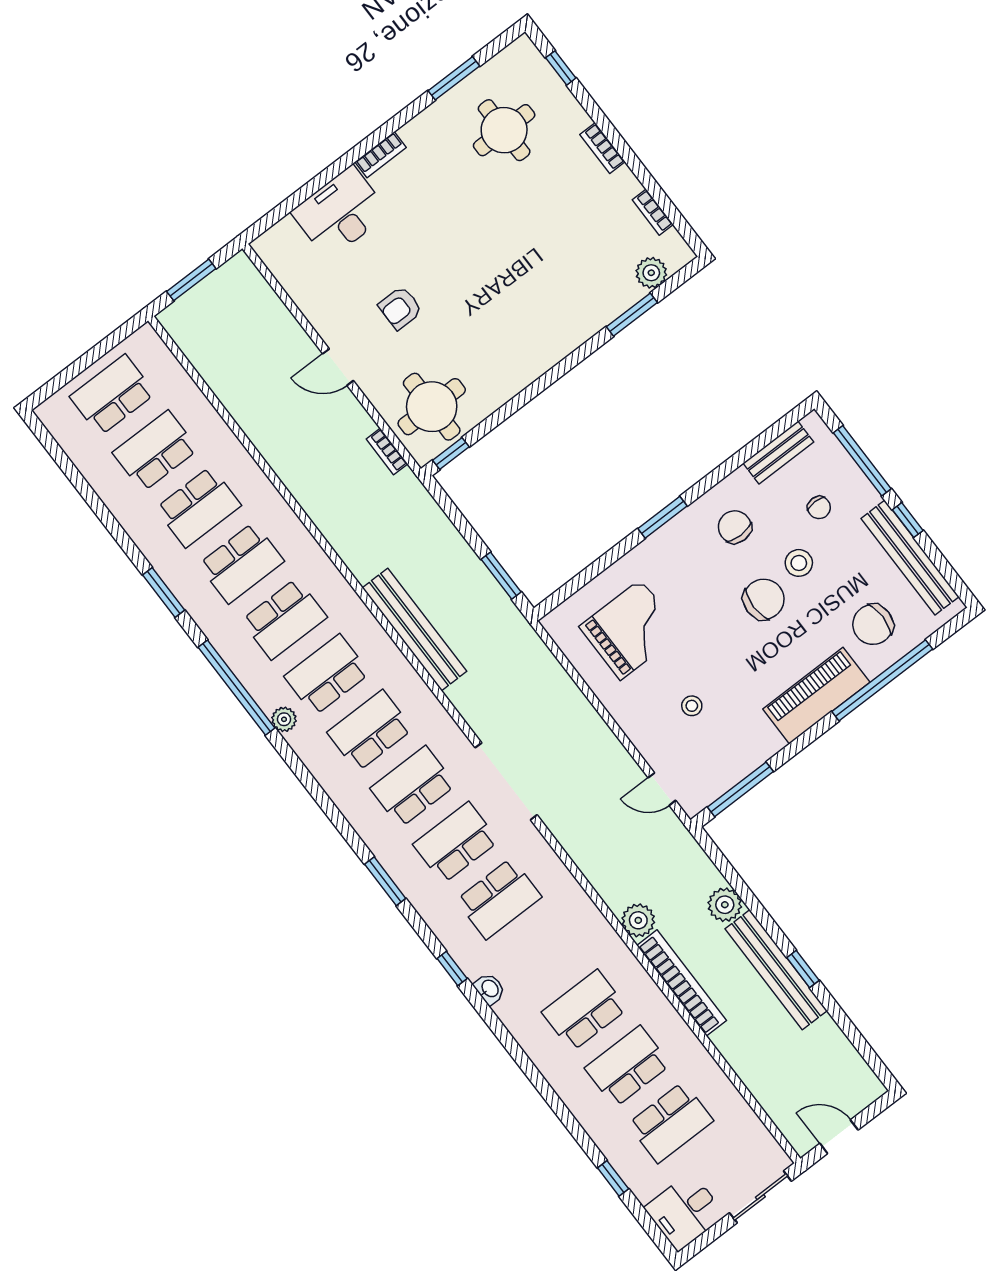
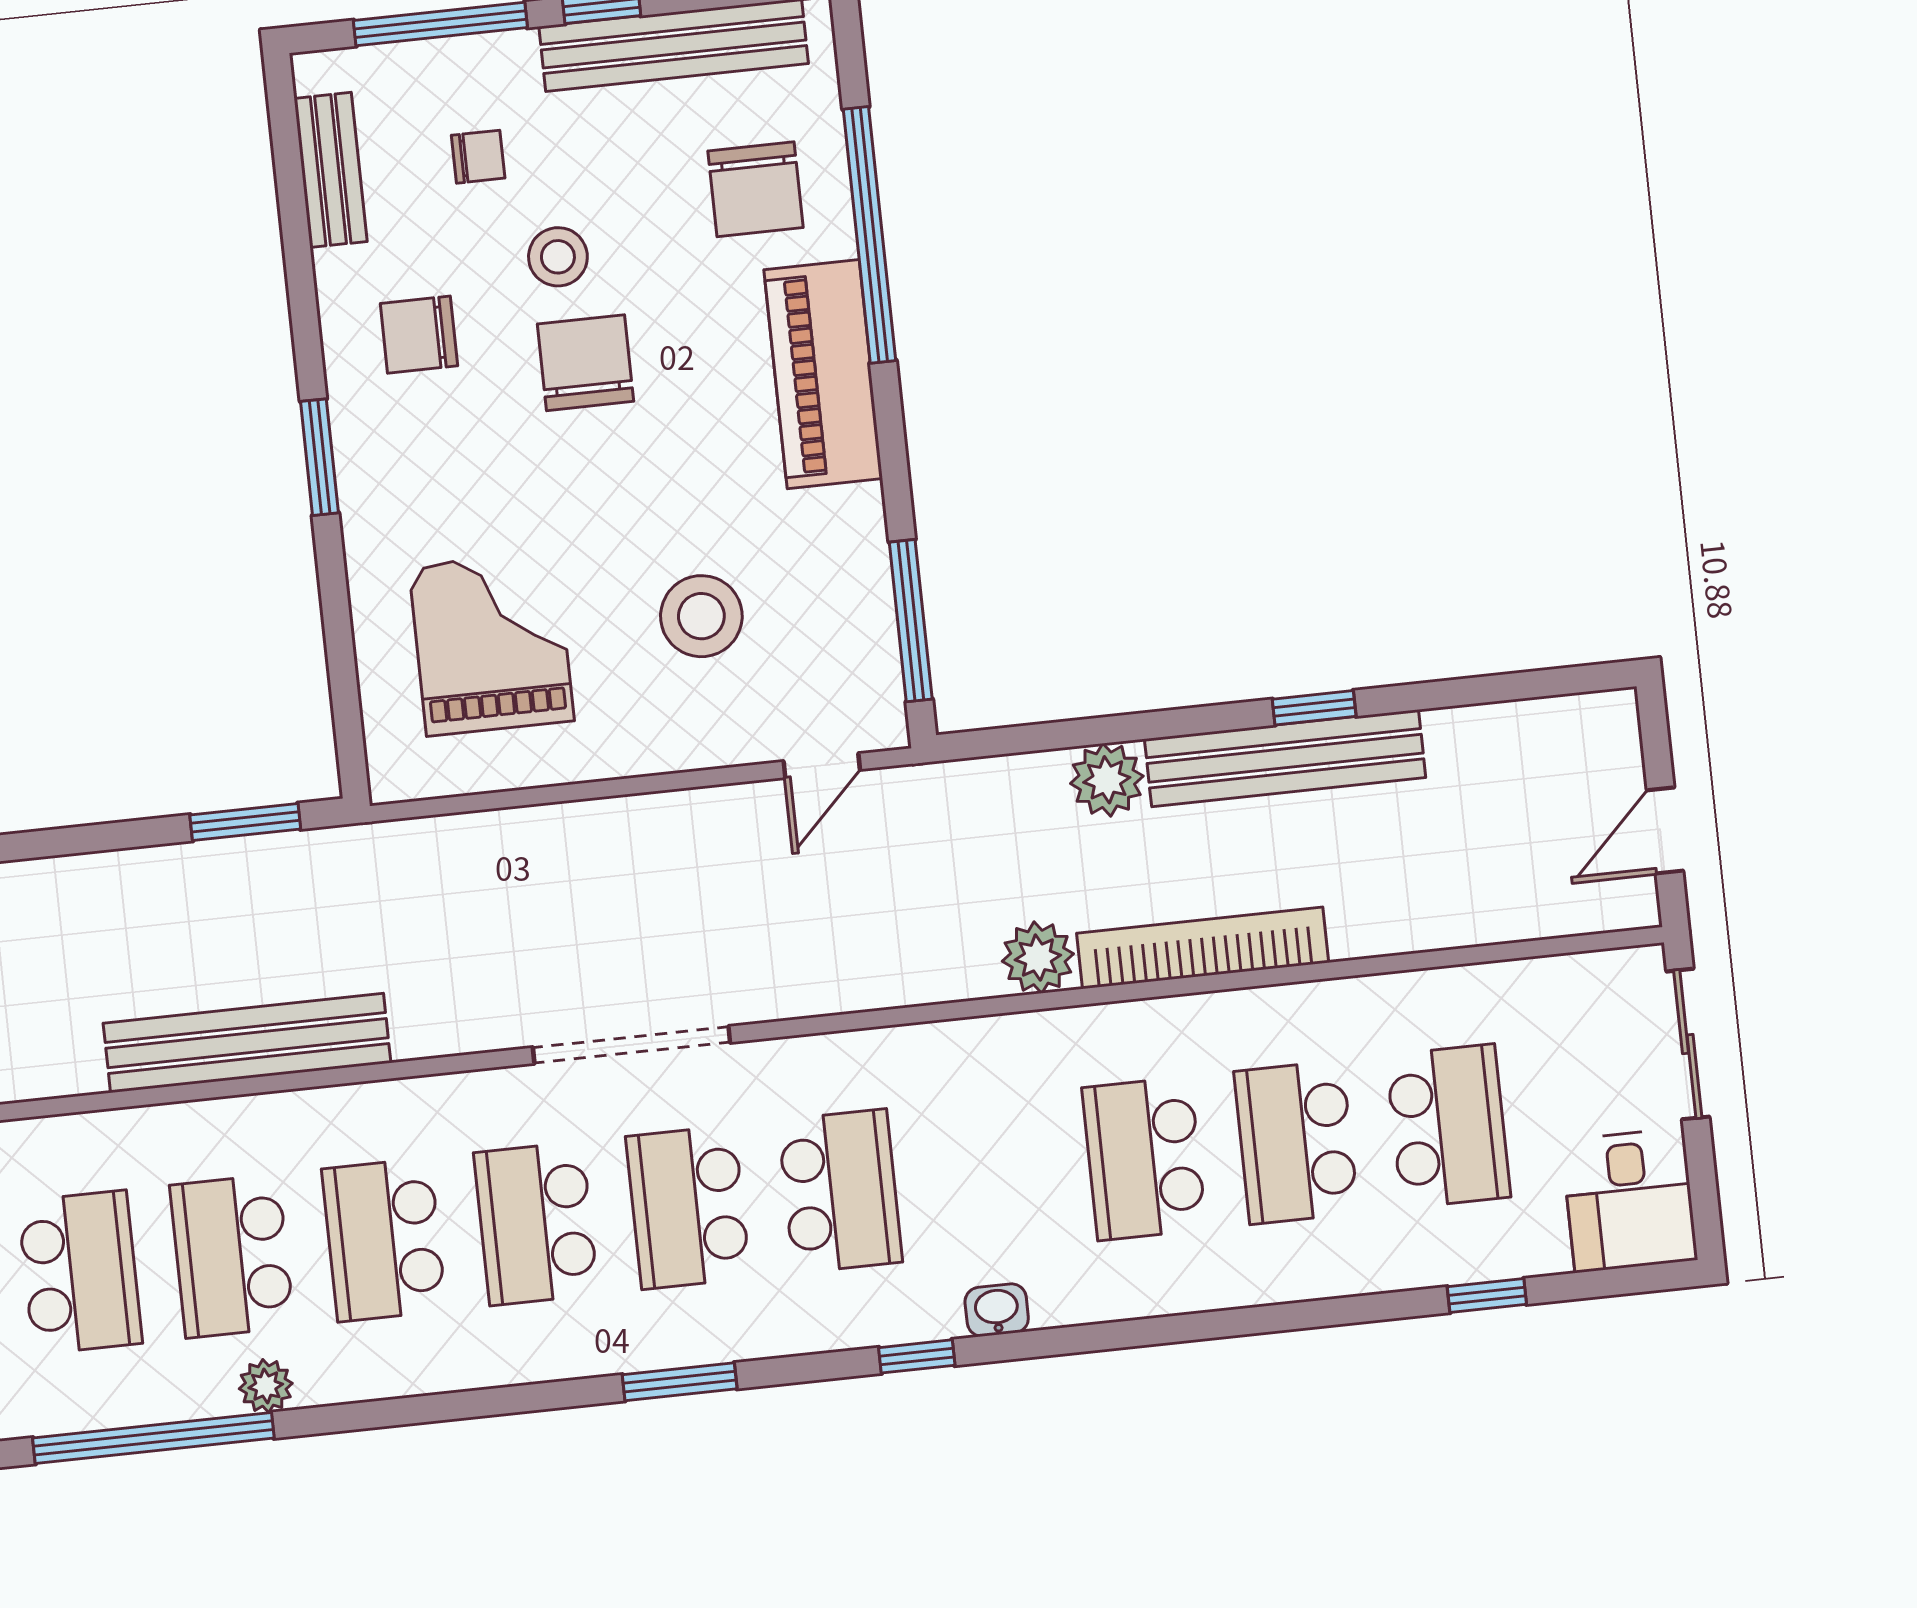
stool: (692, 706) -> (701, 616), width x1.89, depth x1.89

